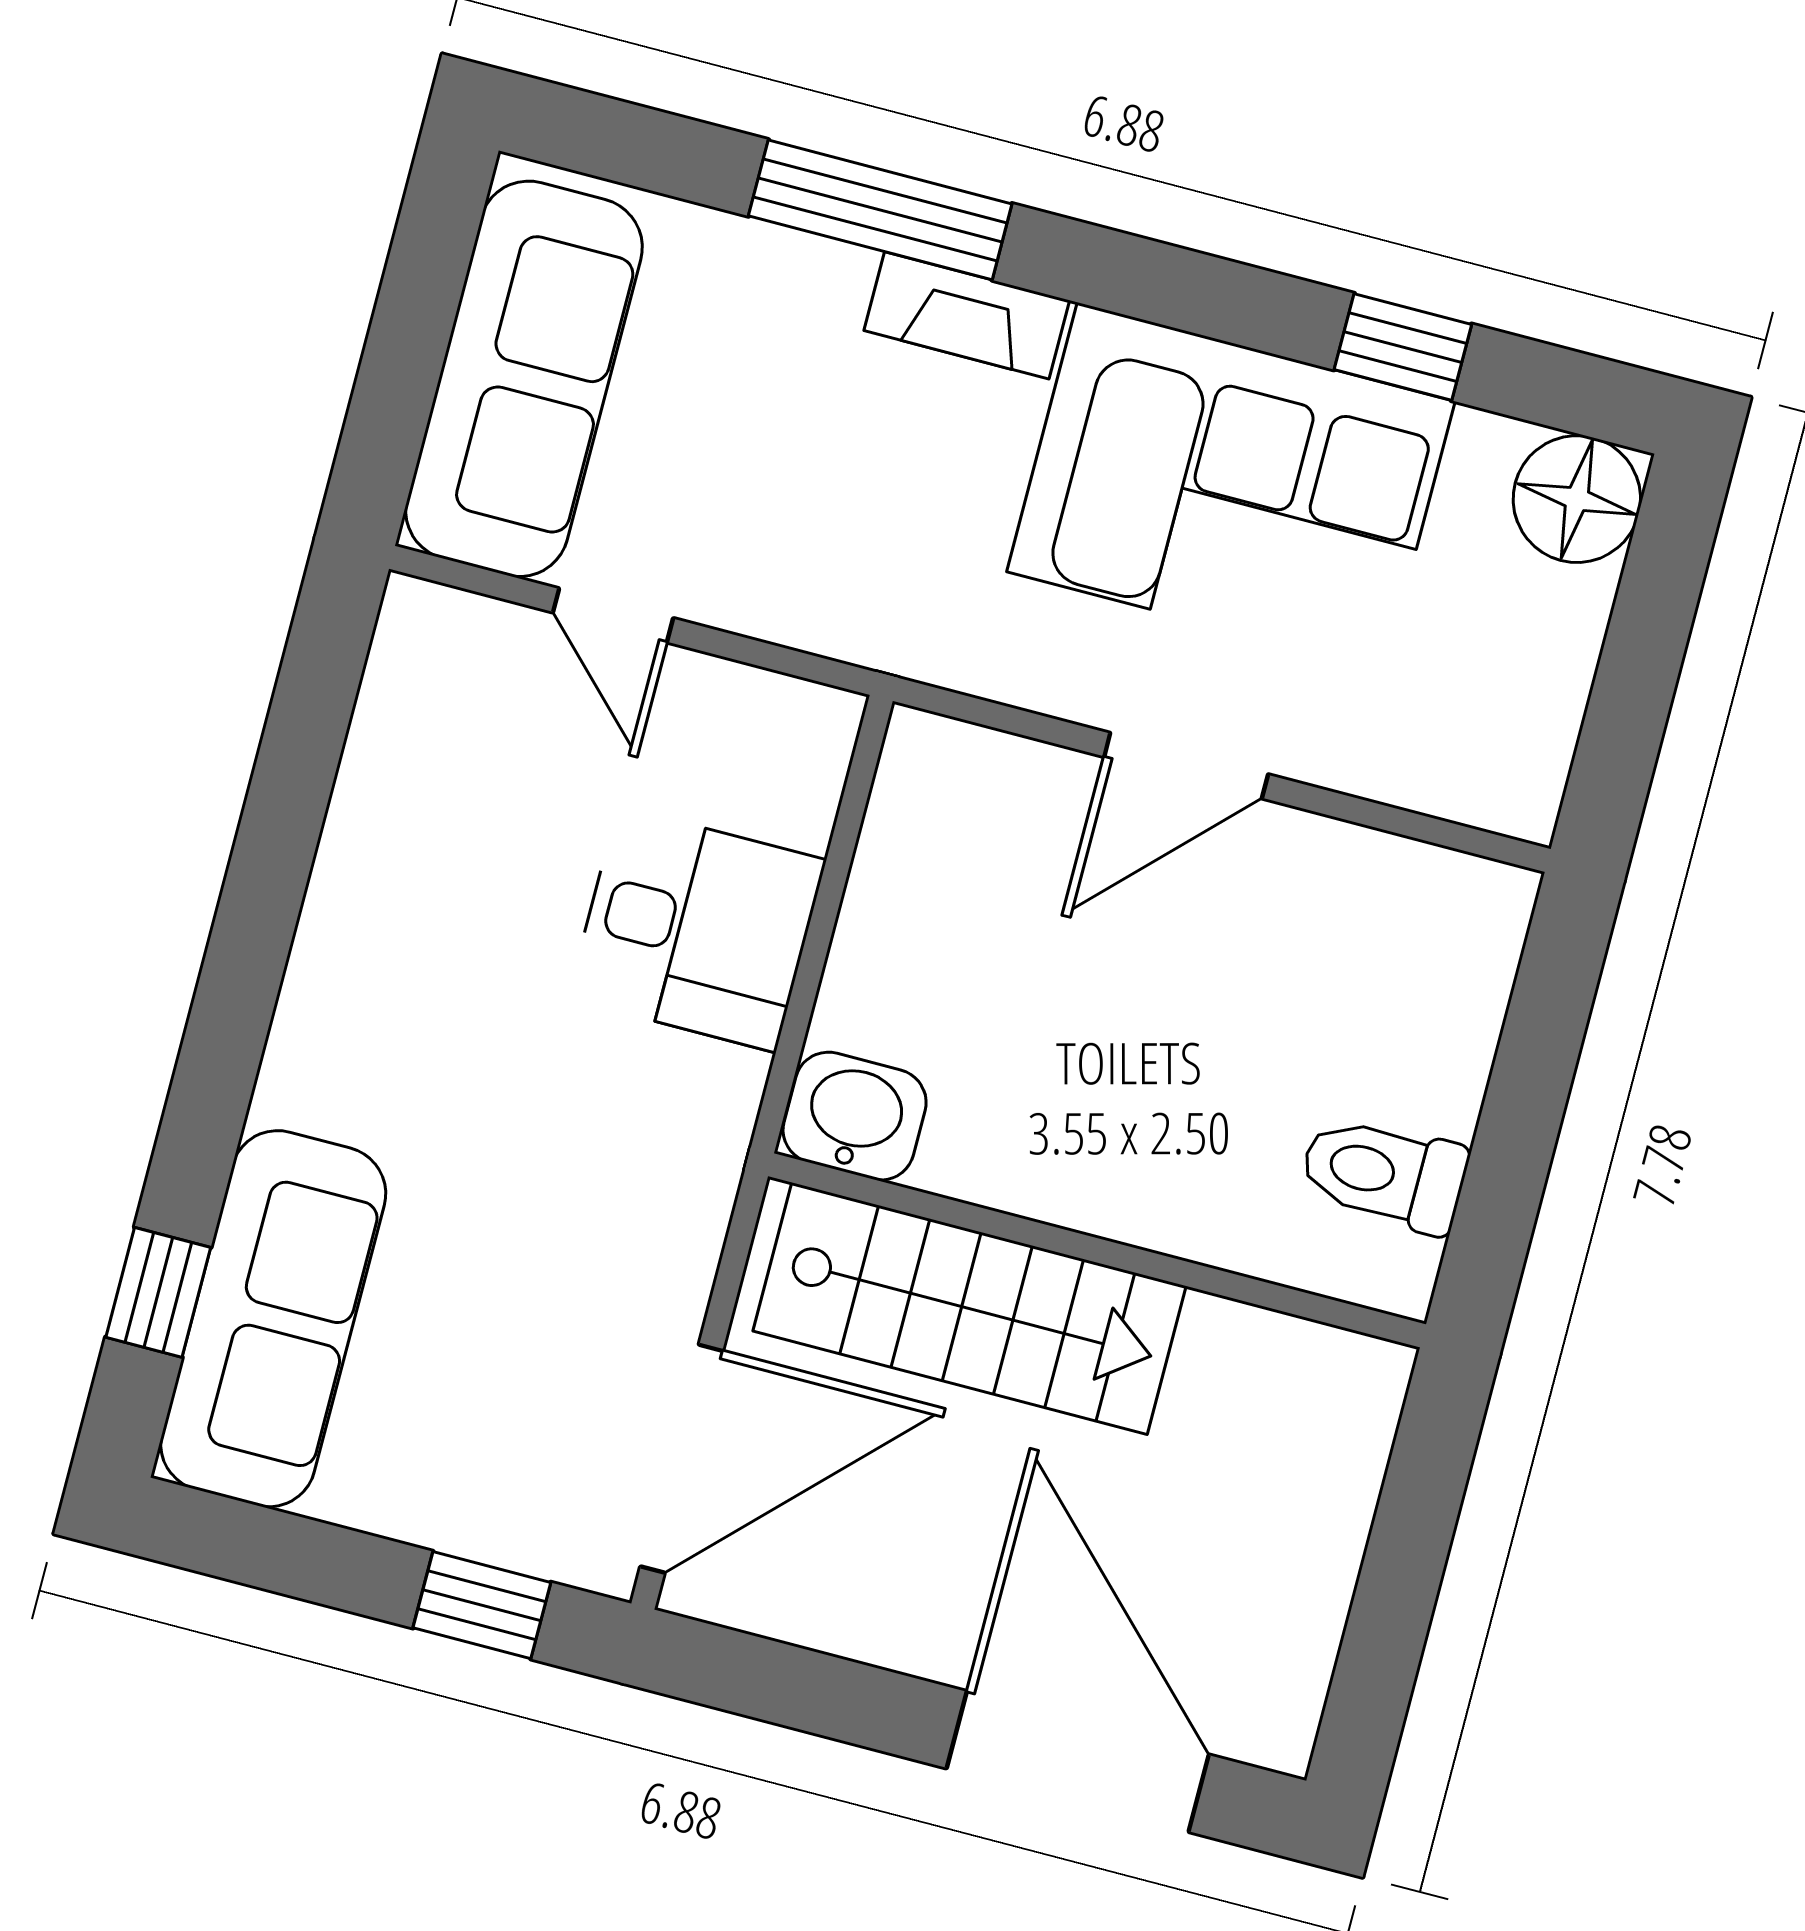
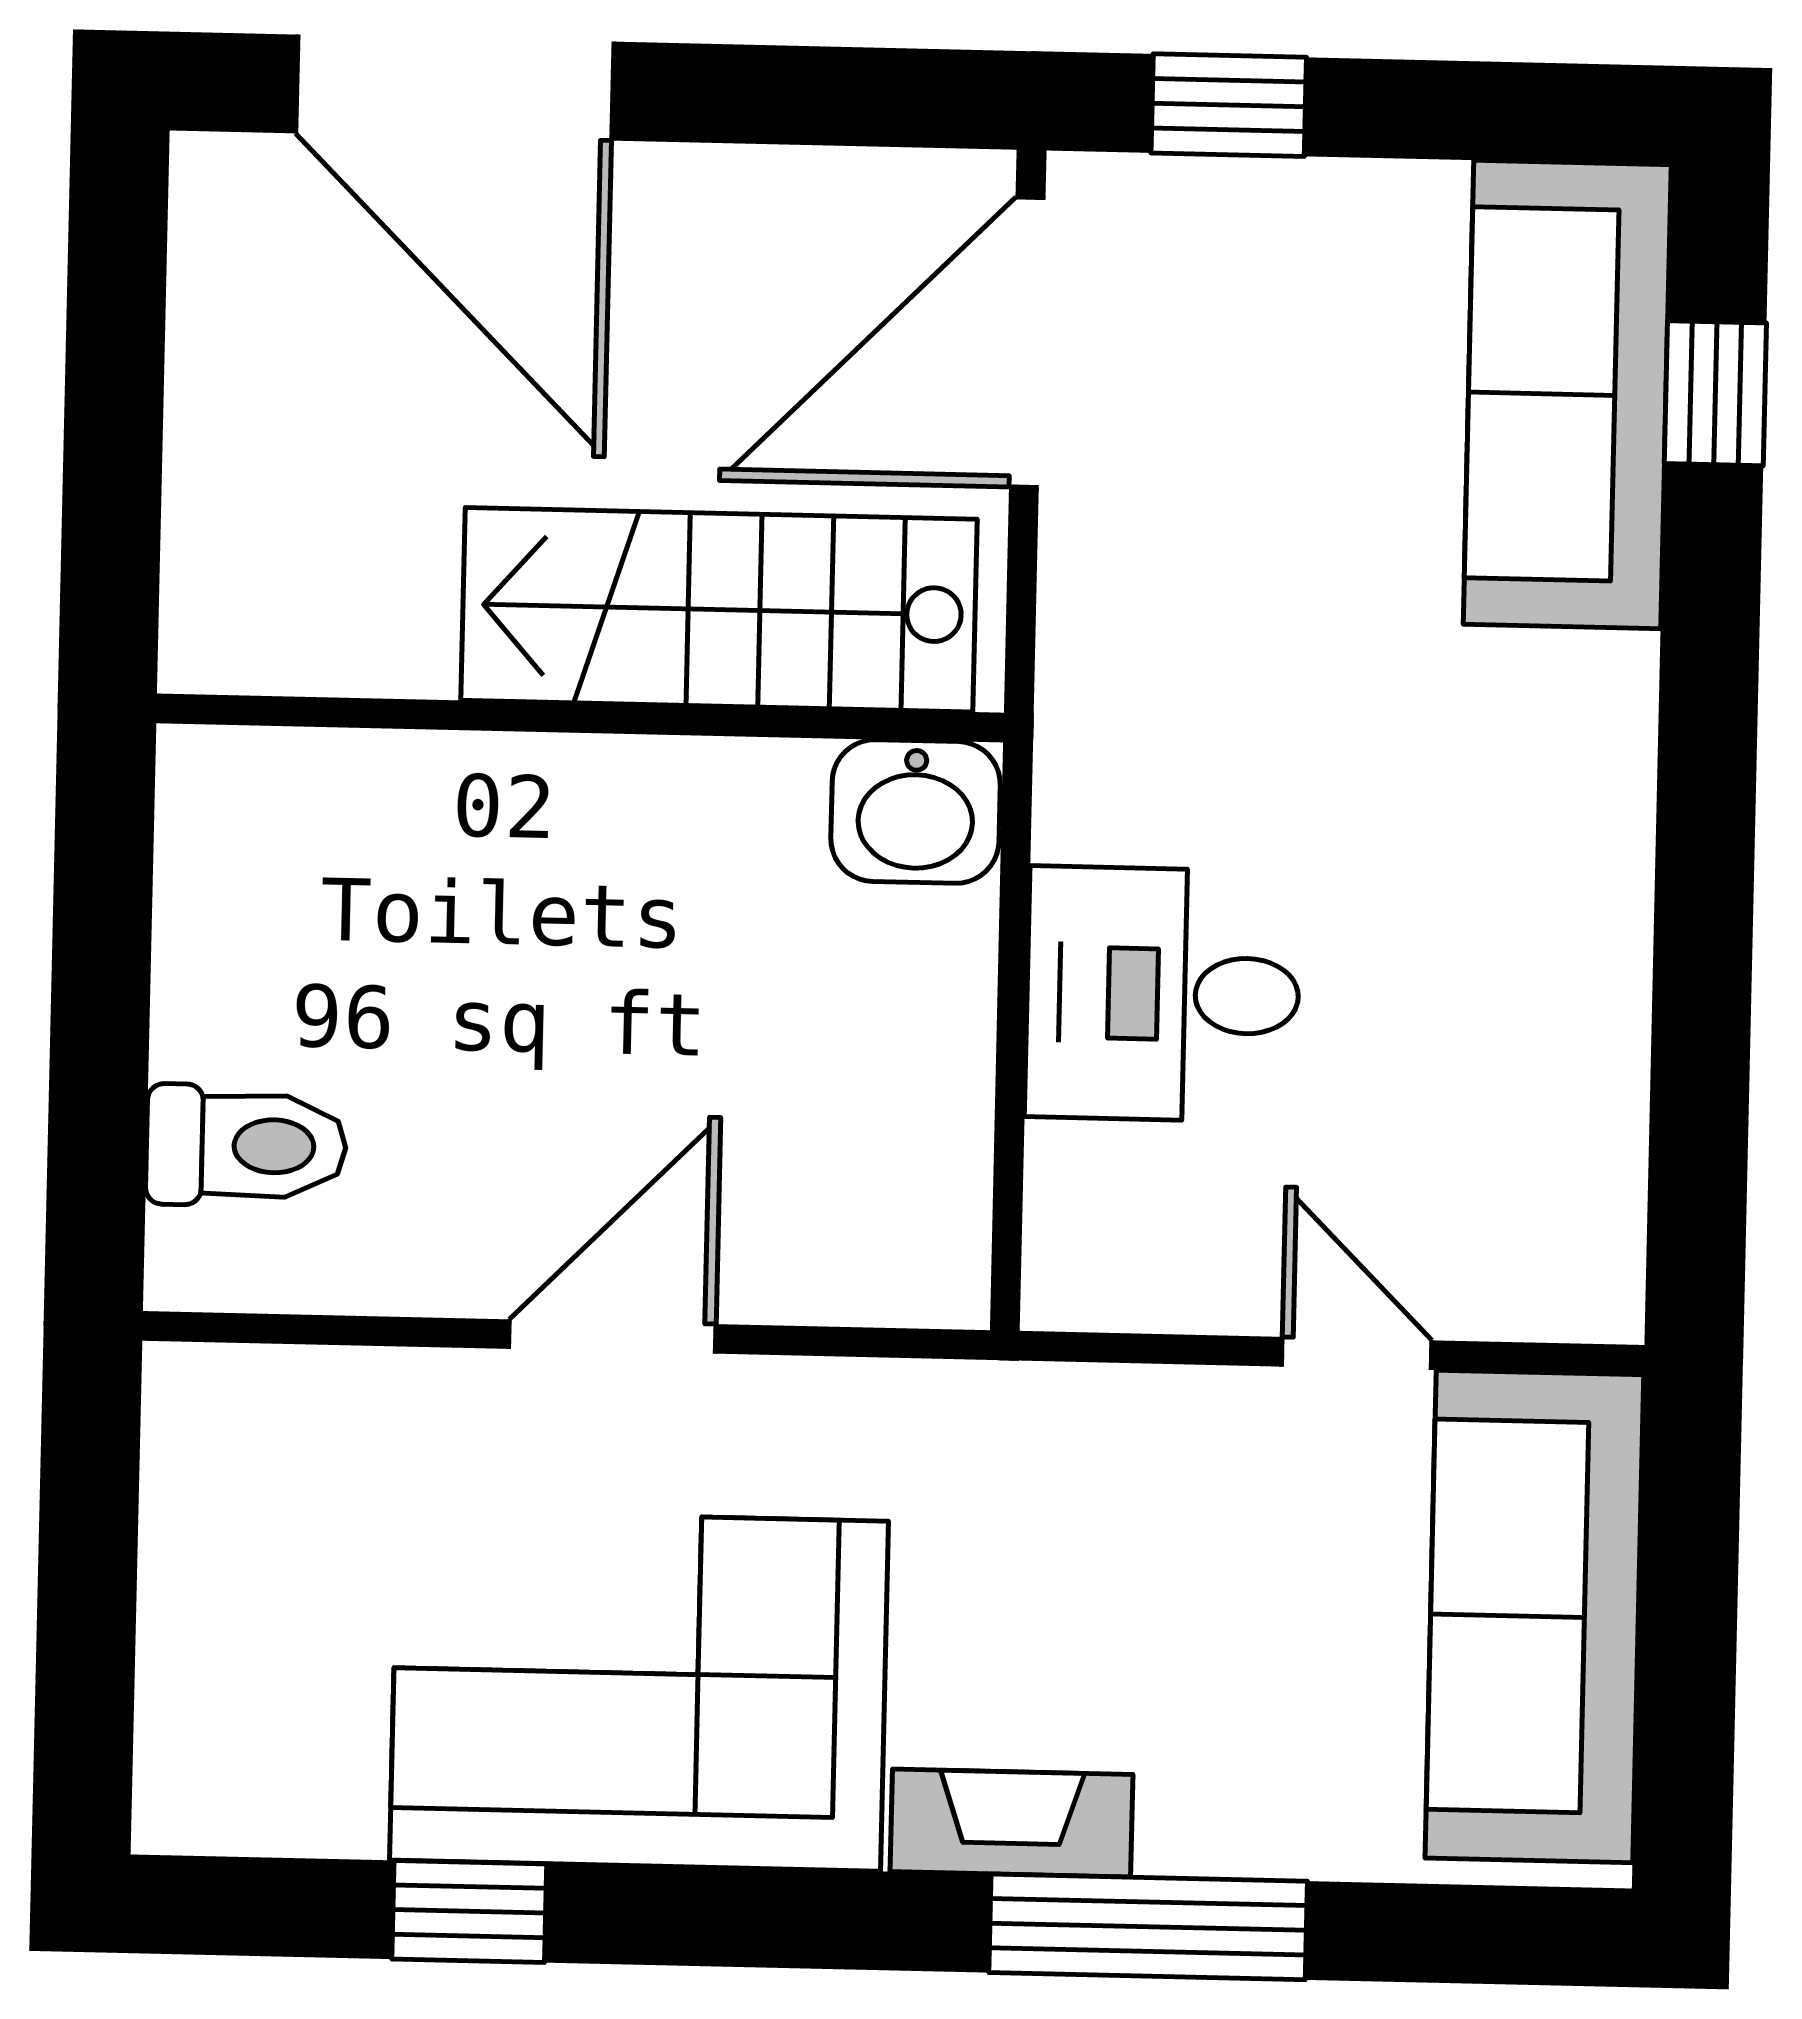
floor lamp: (1577, 499) -> (212, 1776), removed
toilet: (1384, 1174) -> (246, 1146), moved

